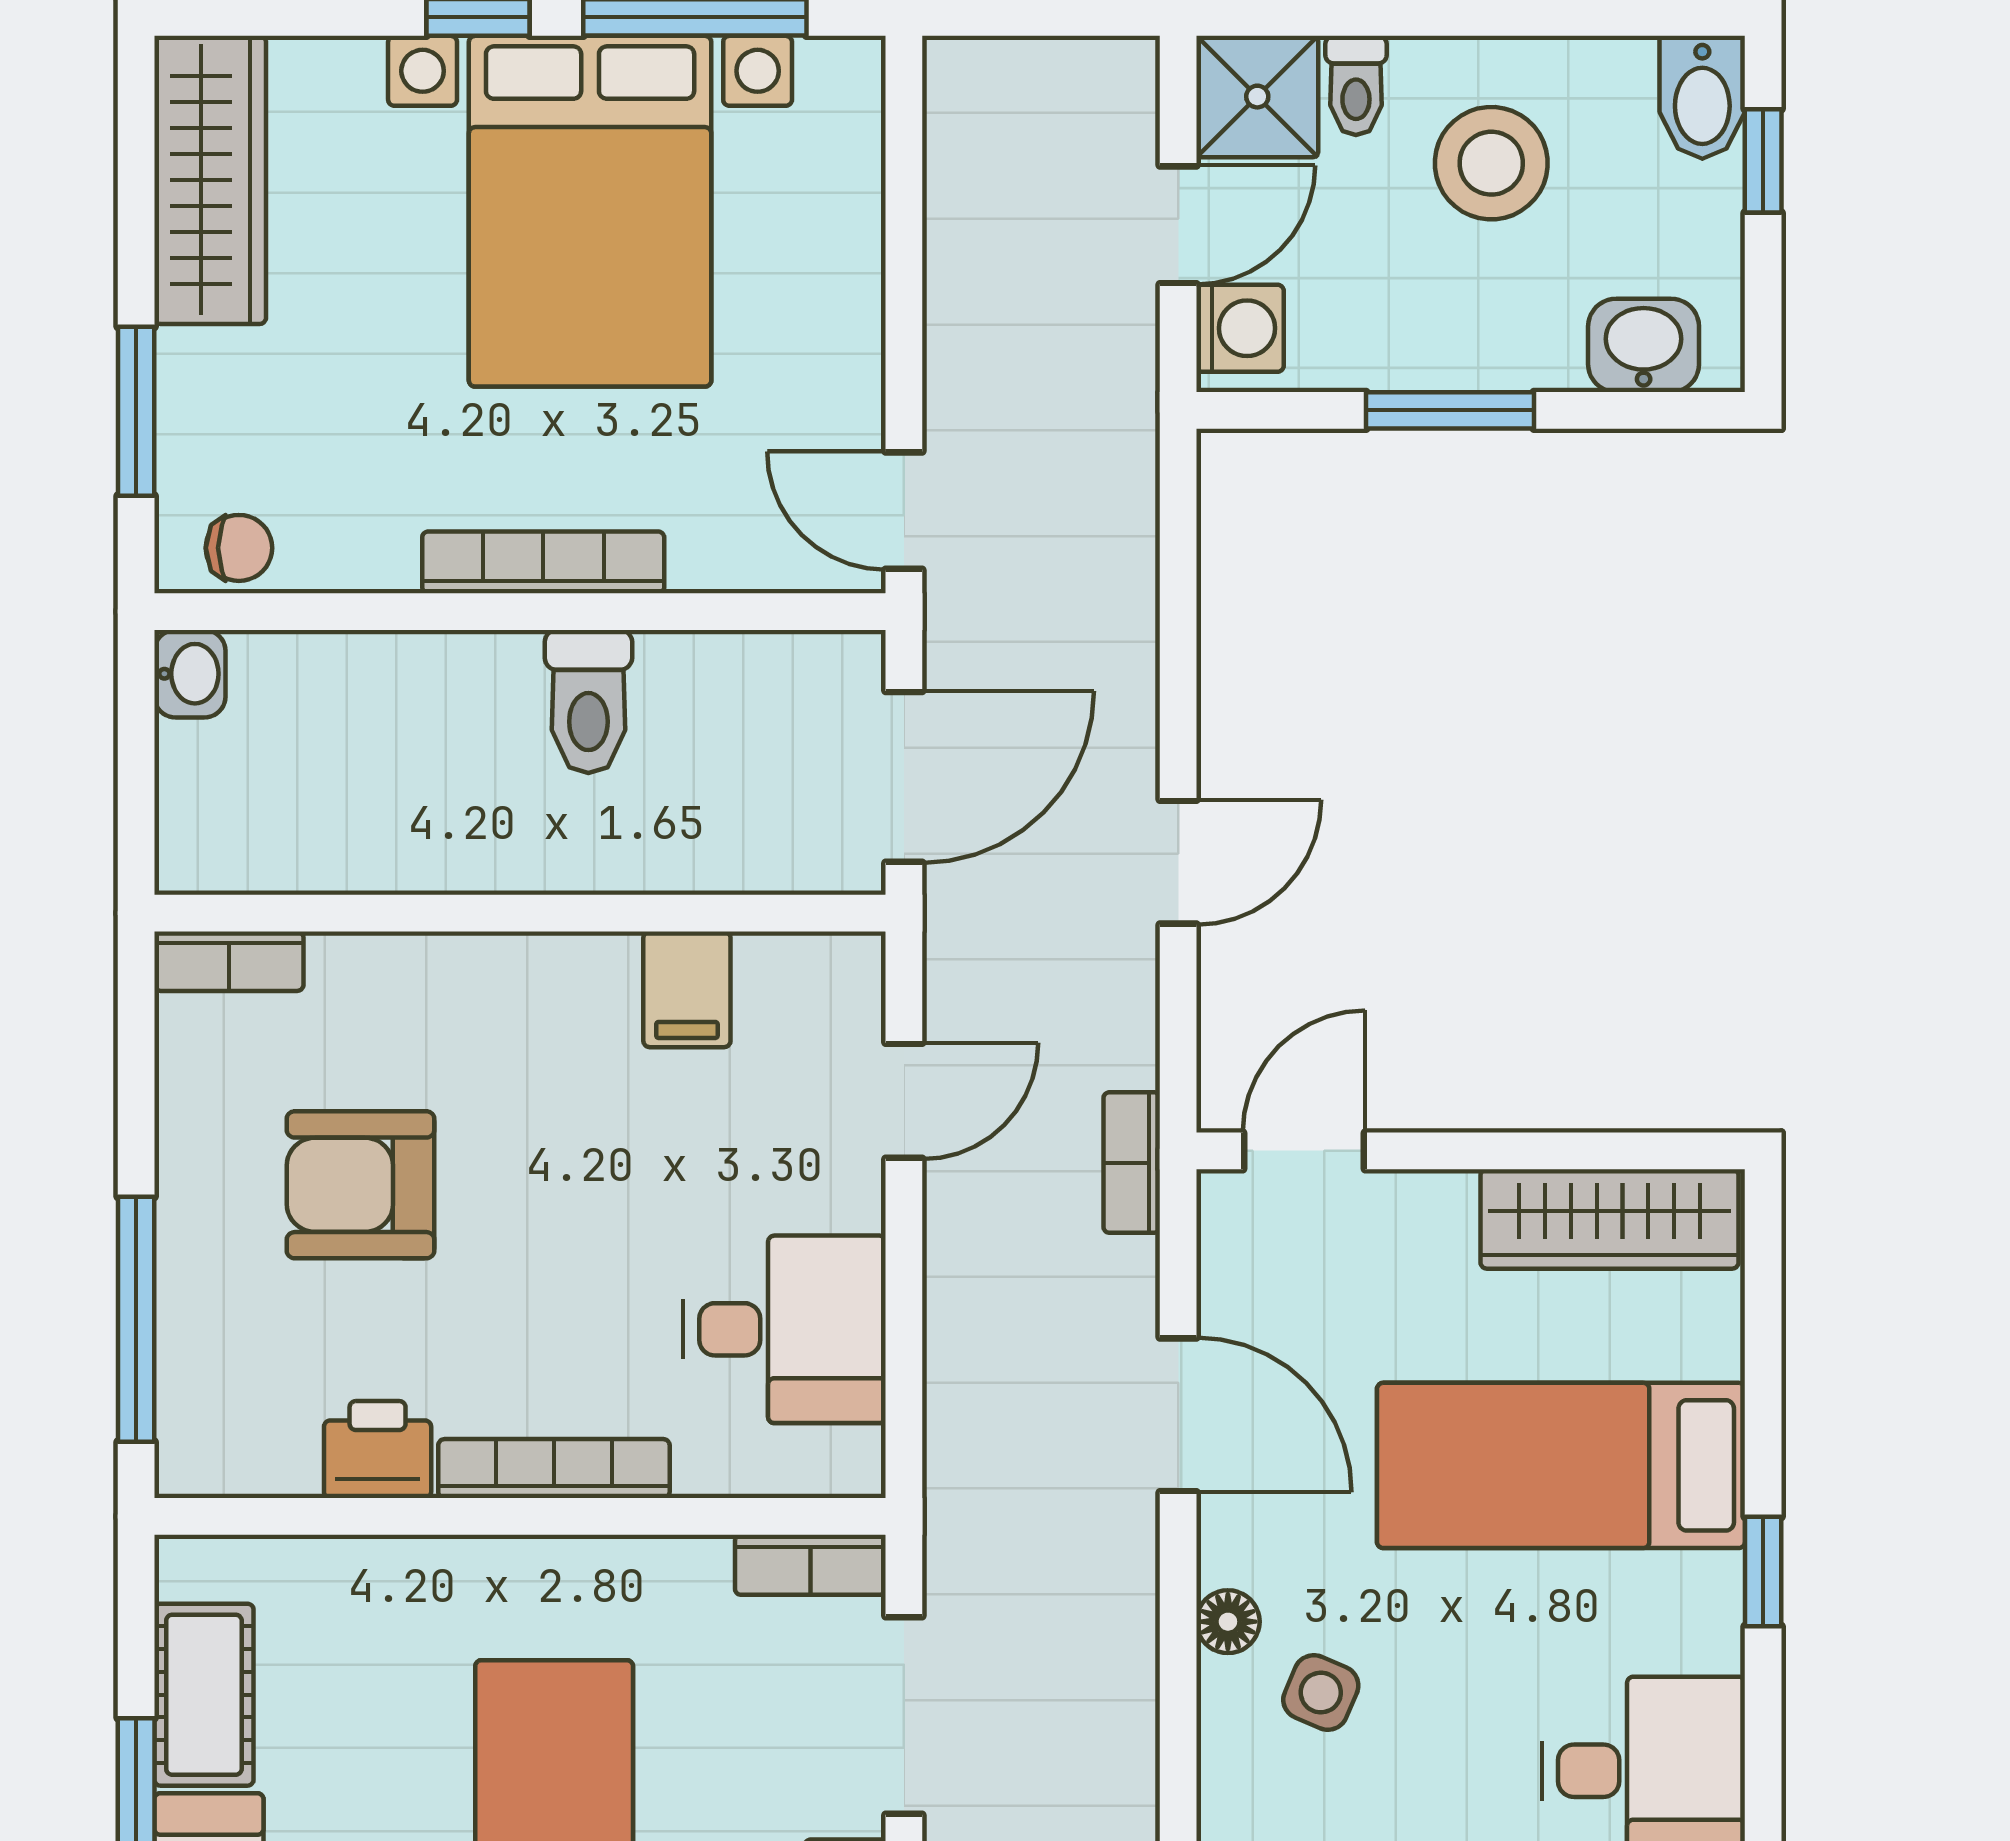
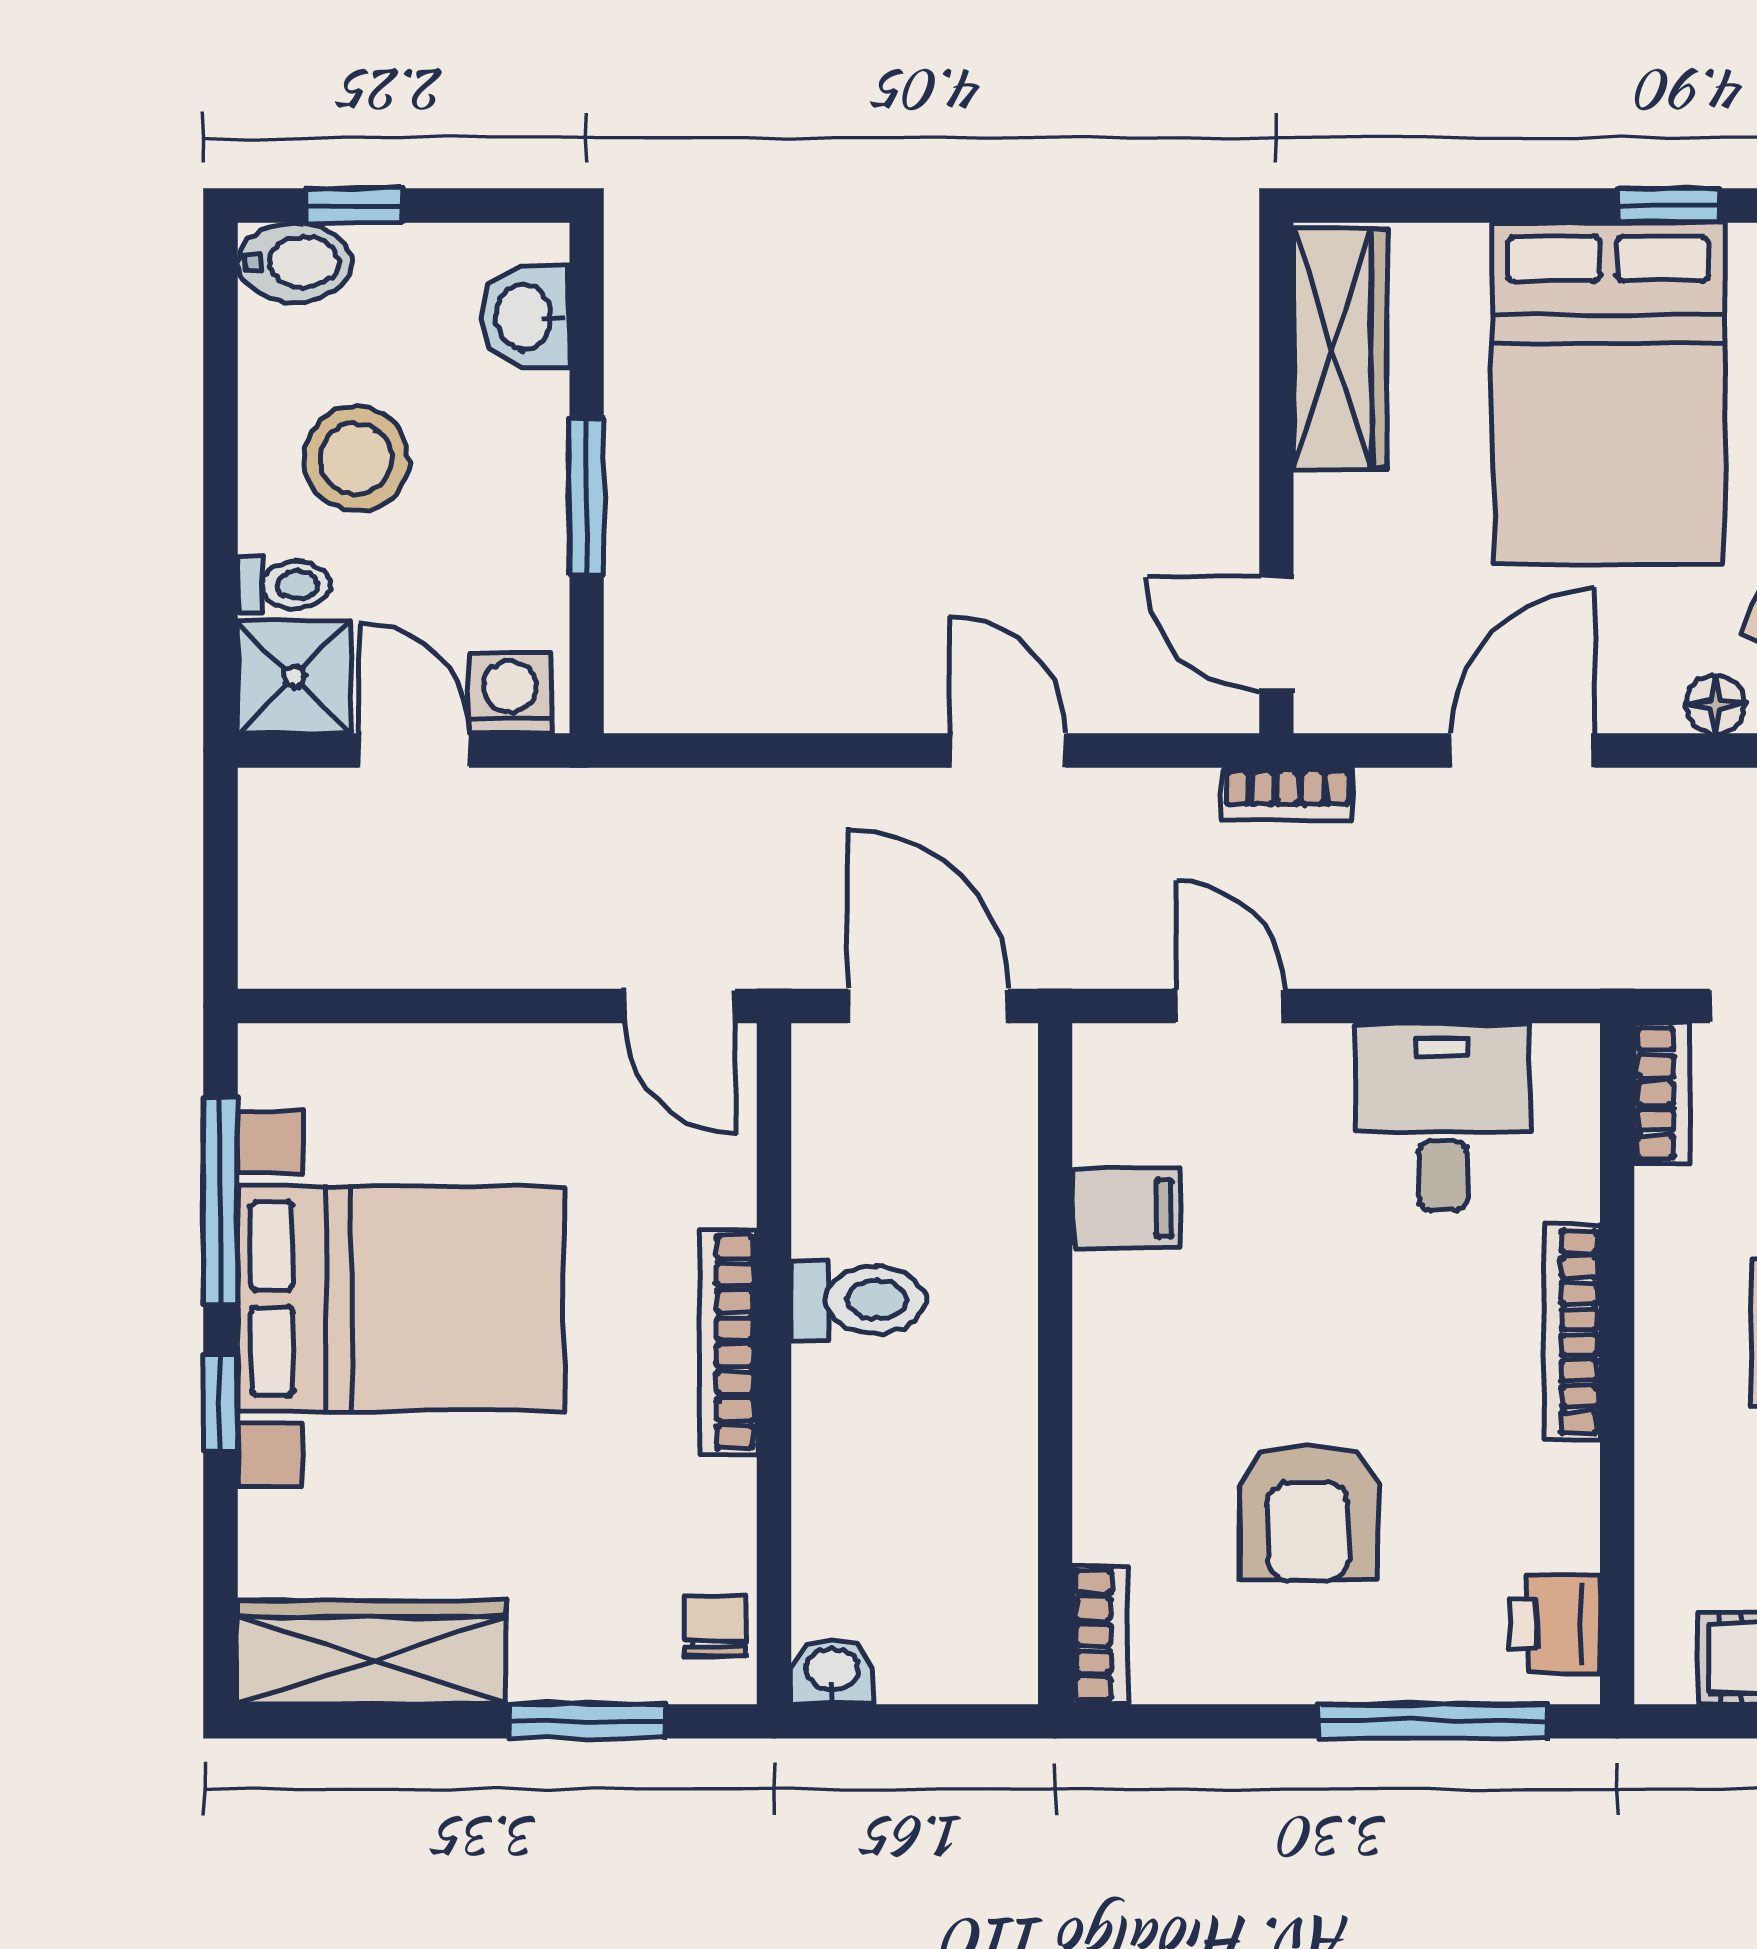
door: (904, 511) -> (680, 1006), hinge flipped
printer: (378, 1450) -> (1555, 1624), moved
bed: (1561, 1465) -> (1608, 394), width x1.50

